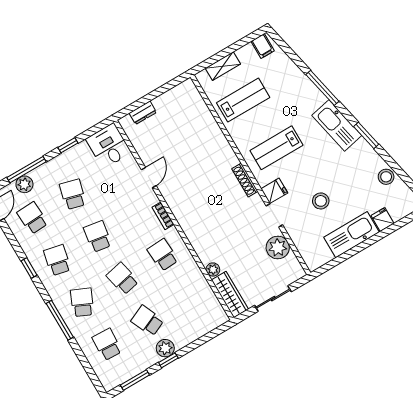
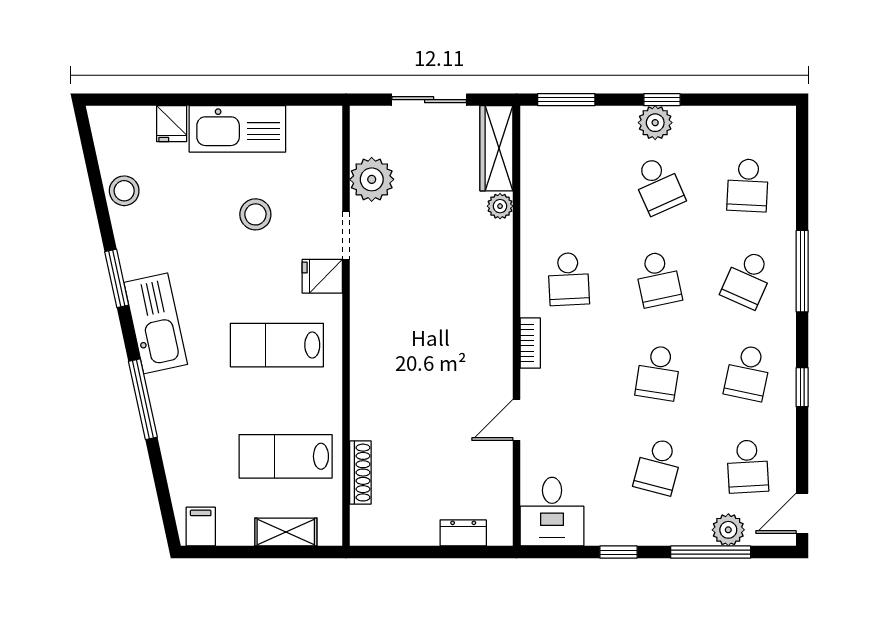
lab bench: (276, 148) -> (277, 345), turned 180
shoe rack: (245, 180) -> (360, 473), moved
window: (135, 380) -> (566, 100), moved

